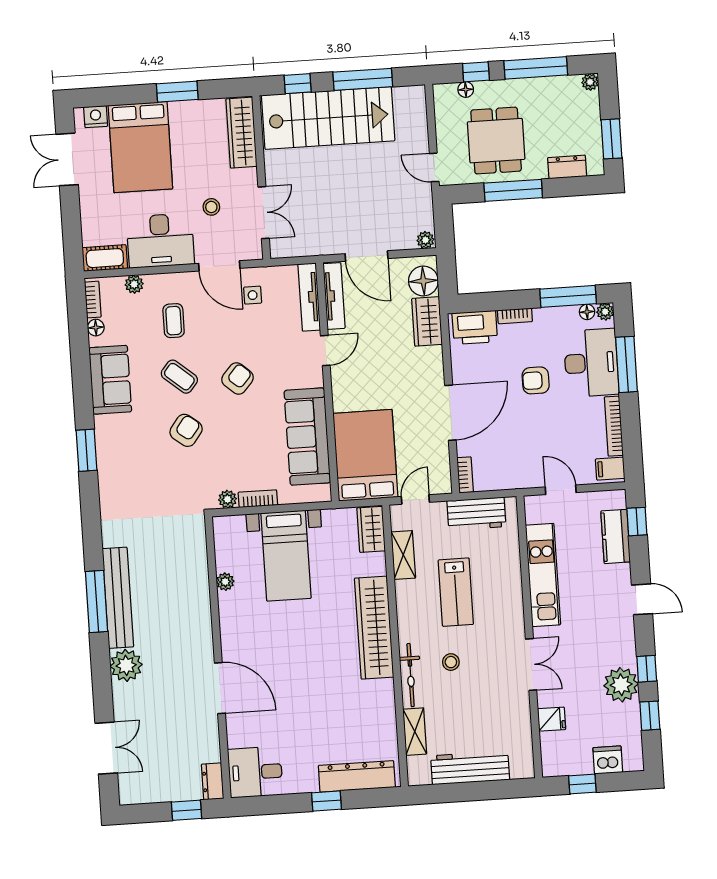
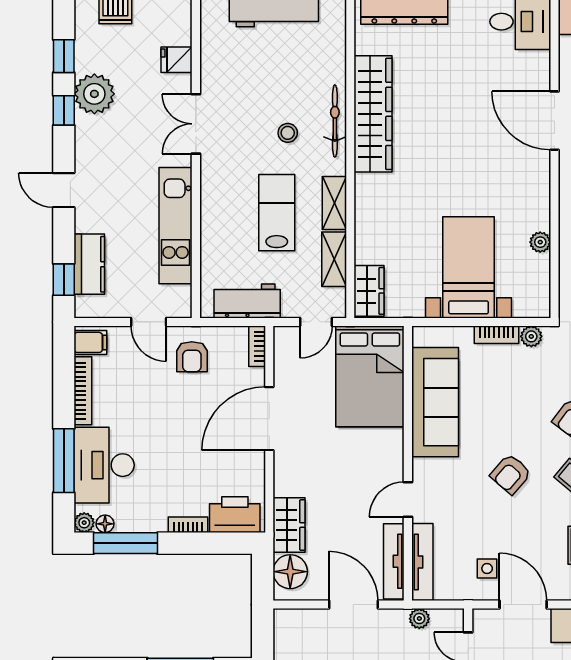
plant: (425, 240) -> (419, 619), moved
armchair: (536, 380) -> (192, 357), moved, turned 90
wardrobe: (374, 628) -> (373, 114), moved
shelving: (415, 732) -> (334, 203), moved

